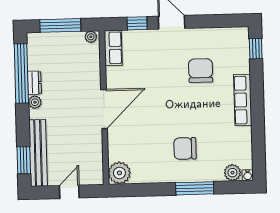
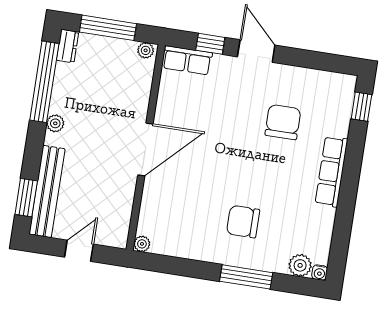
row of seats: (113, 48) -> (187, 60), moved, turned 90
dresser: (34, 83) -> (67, 46), moved
plant: (119, 173) -> (142, 244), width x0.53, depth x0.53

